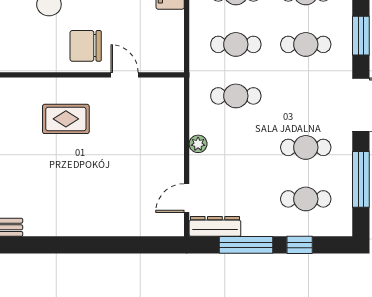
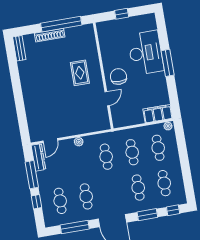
door: (187, 198) -> (50, 141), swing flipped

